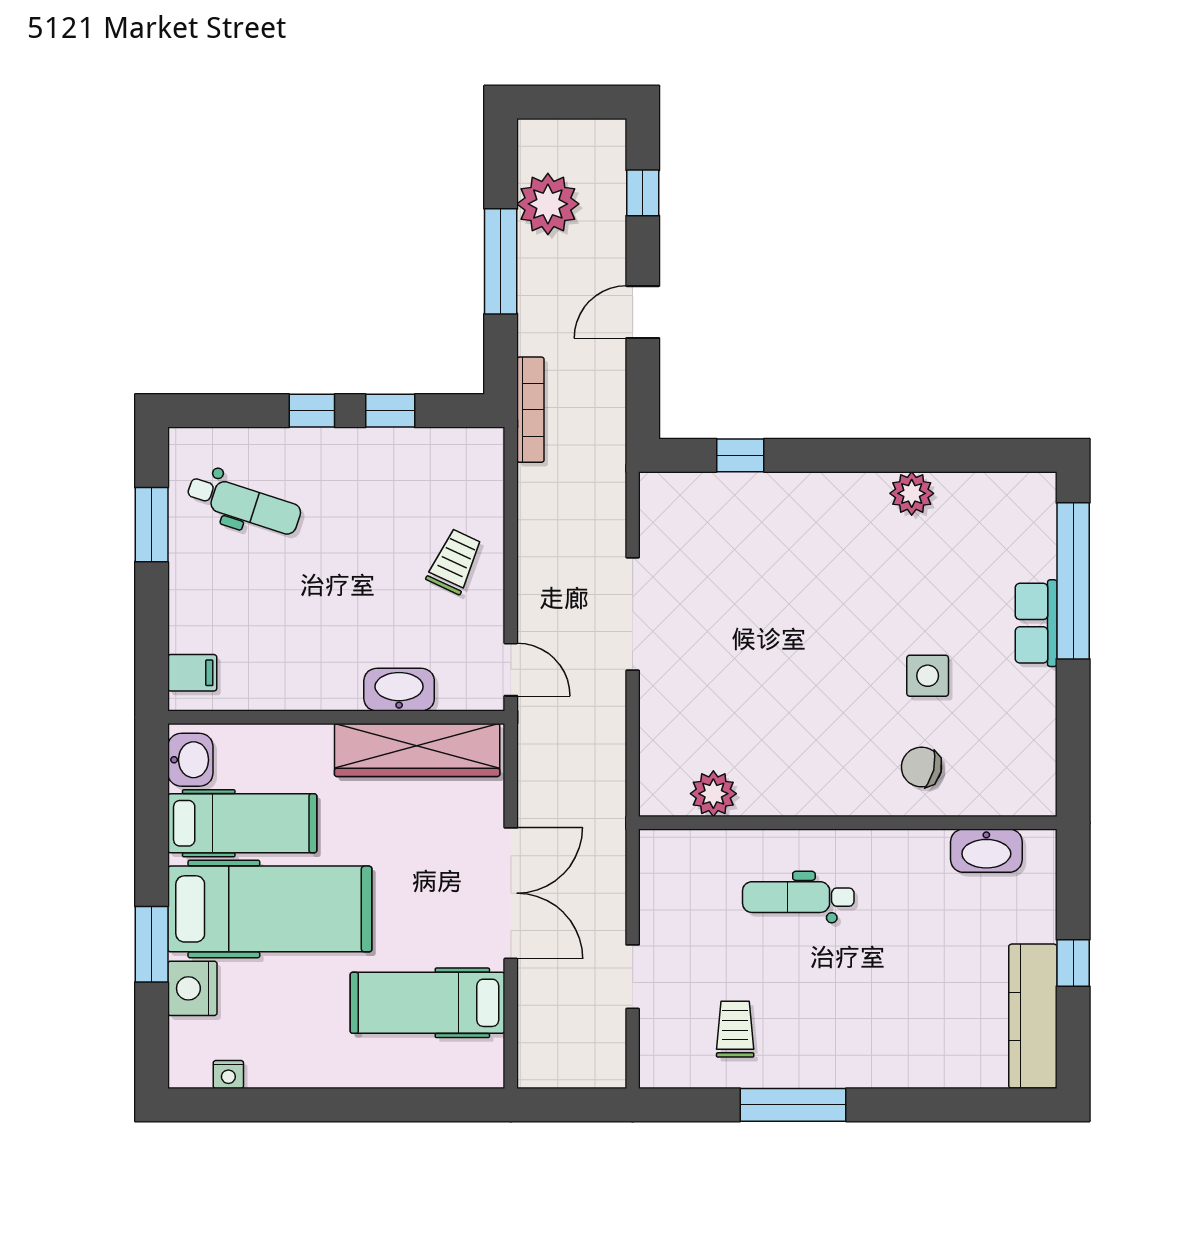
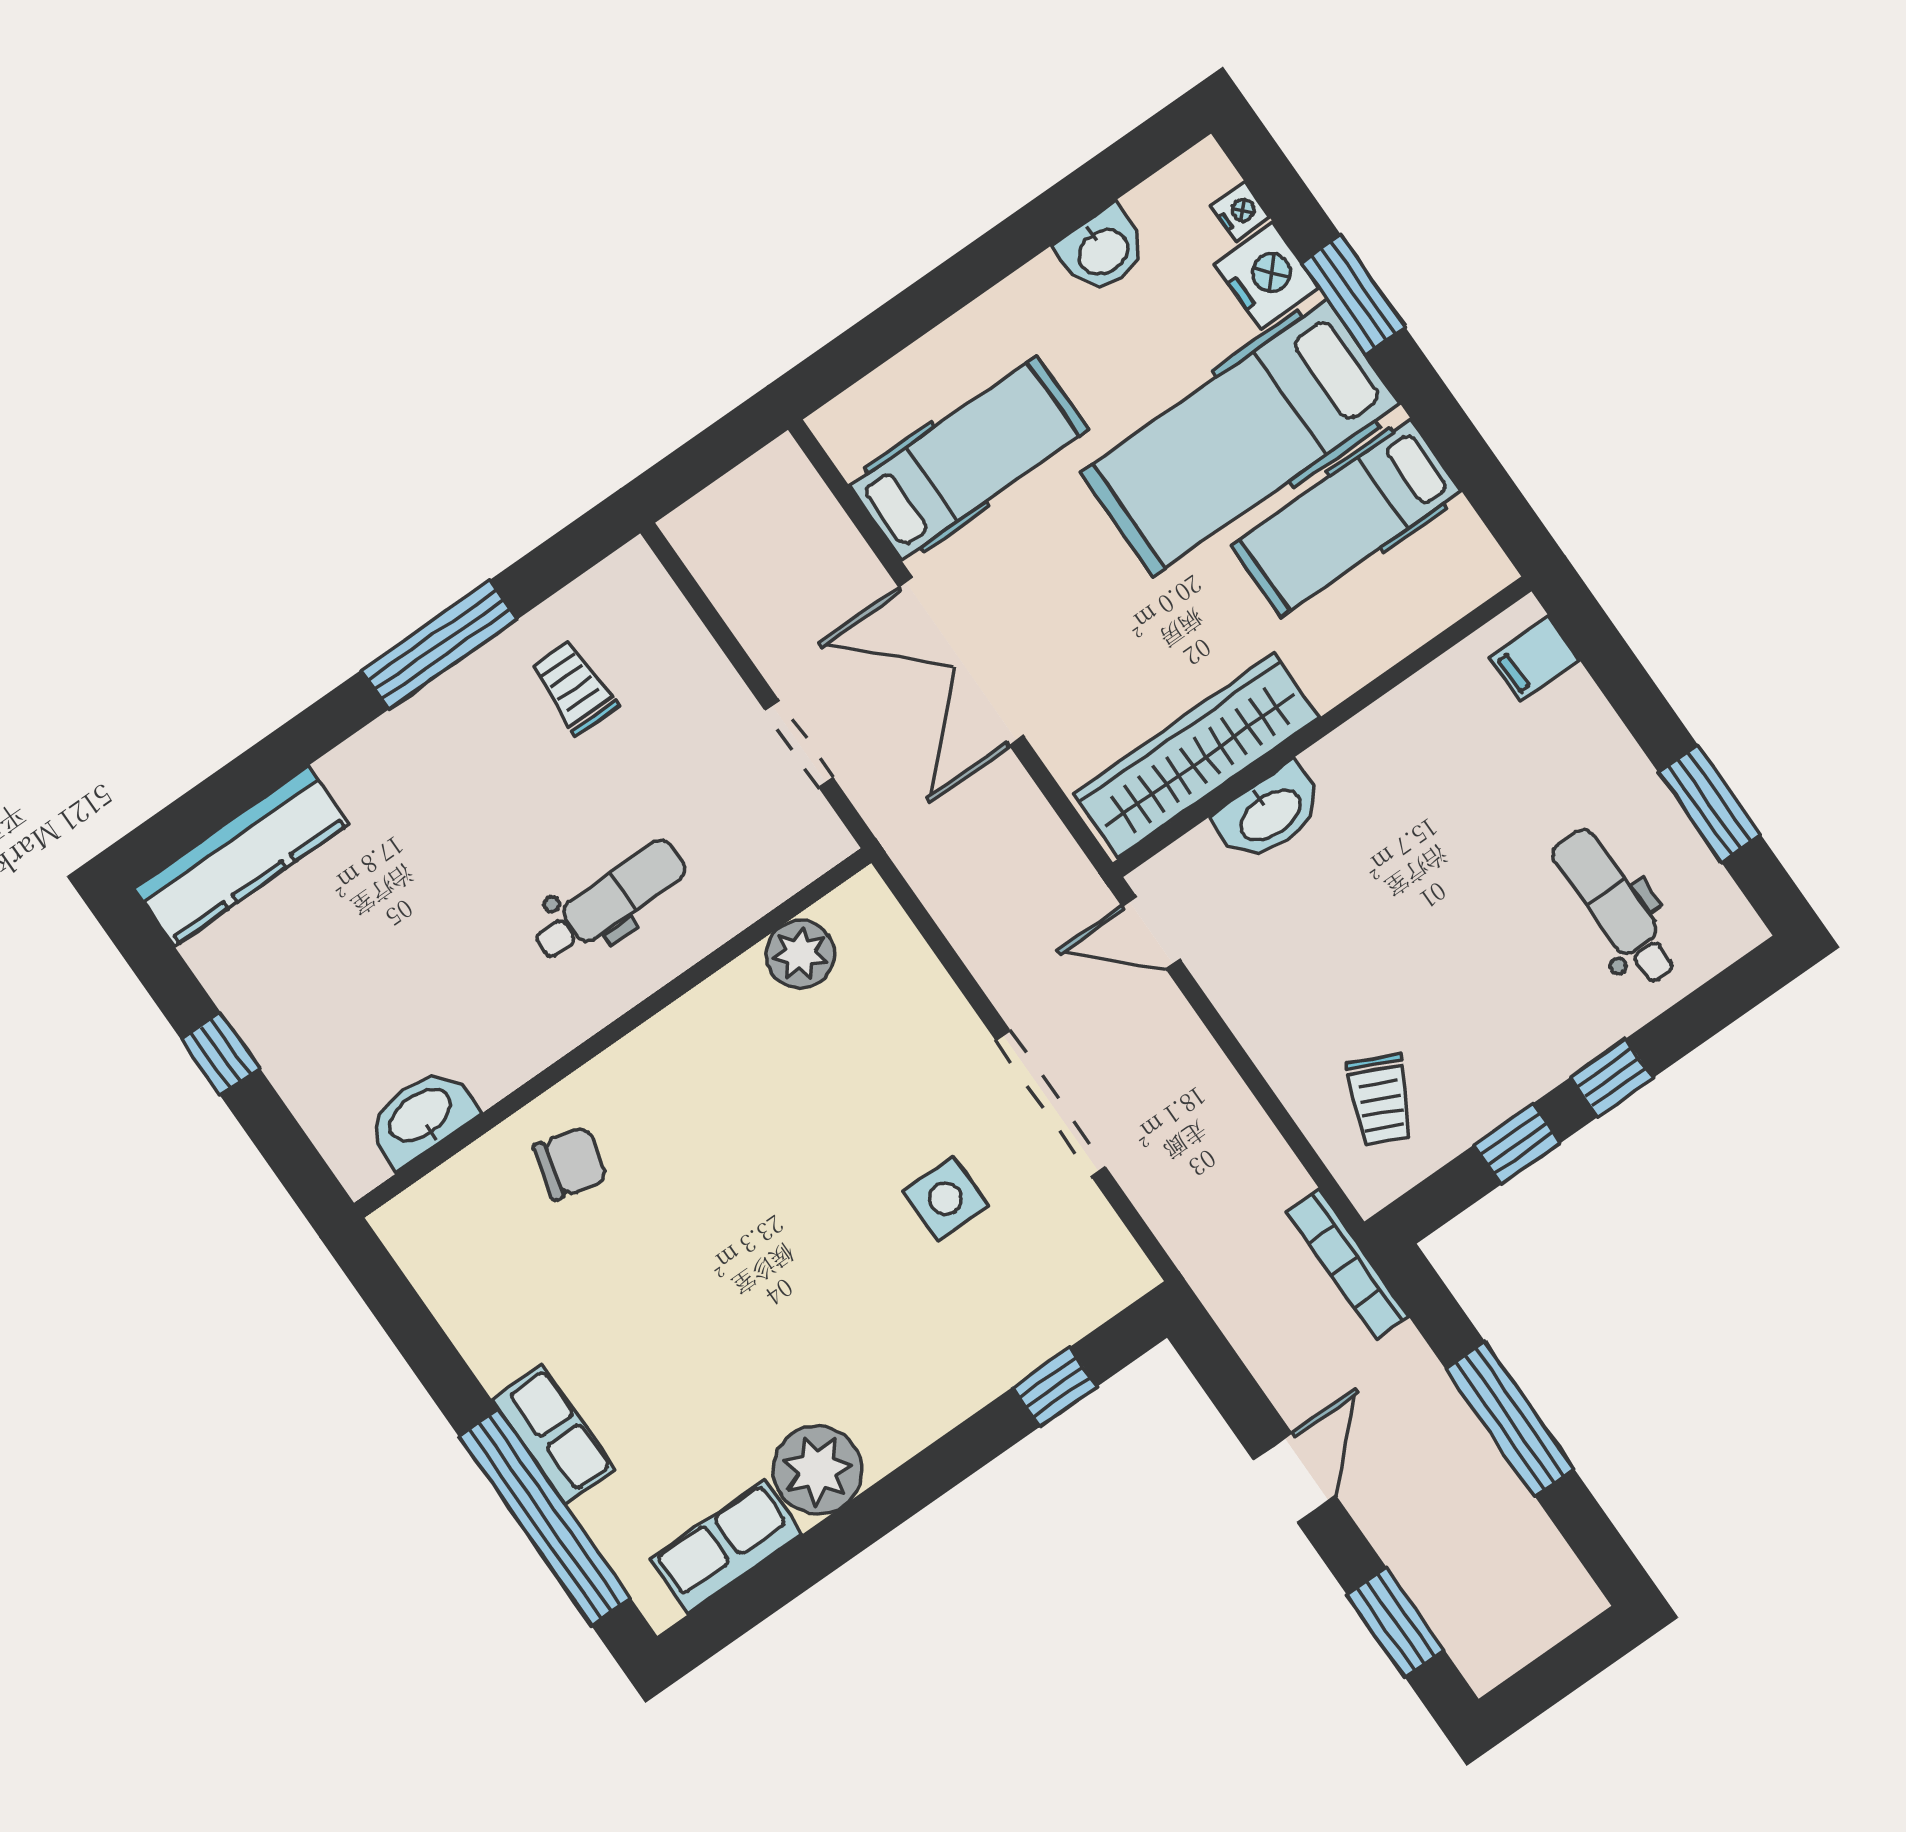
window: (643, 193) -> (1396, 1622), width x1.50
plant: (548, 204) -> (1501, 1528), removed
plant: (912, 493) -> (817, 1470), width x1.36, depth x1.36
row of seats: (984, 494) -> (726, 1547), added
dental chair: (244, 504) -> (1615, 907), turned 72
trolley: (455, 561) -> (1380, 1100), moved
side table: (928, 676) -> (946, 1199), moved
washbasin: (190, 760) -> (1102, 250), moved, turned -90
doorway: (633, 977) -> (799, 744), moved
kitchen counter: (1033, 1016) -> (241, 856), moved, turned 90
trolley: (735, 1029) -> (574, 687), turned 180
nightstand: (228, 1074) -> (1240, 212), moved, turned 90

